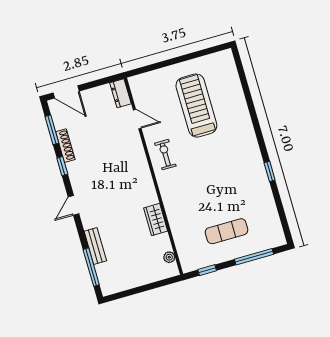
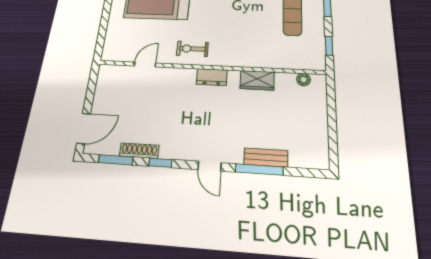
dresser: (121, 93) -> (212, 77), moved
window: (91, 267) -> (259, 170), moved

